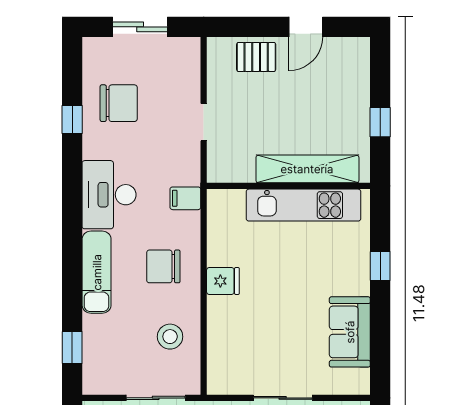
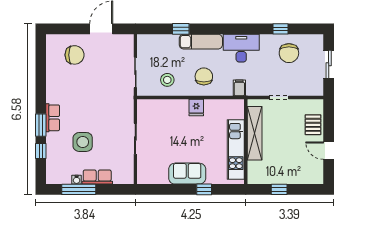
shelving: (307, 169) -> (255, 133), moved
sofa: (350, 332) -> (187, 174), moved
window: (72, 347) -> (181, 29), moved

